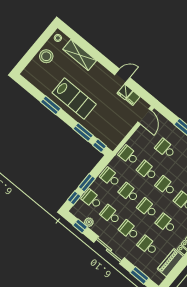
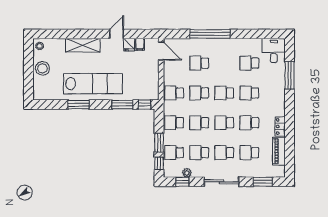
shelving: (80, 55) -> (83, 45), moved
lab bench: (74, 99) -> (93, 84), width x1.36

